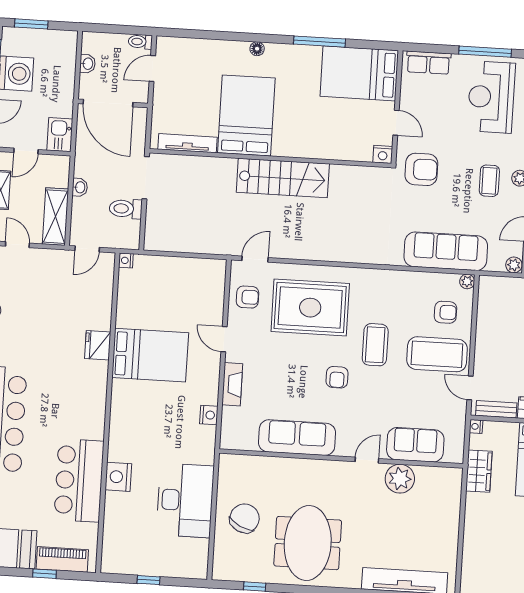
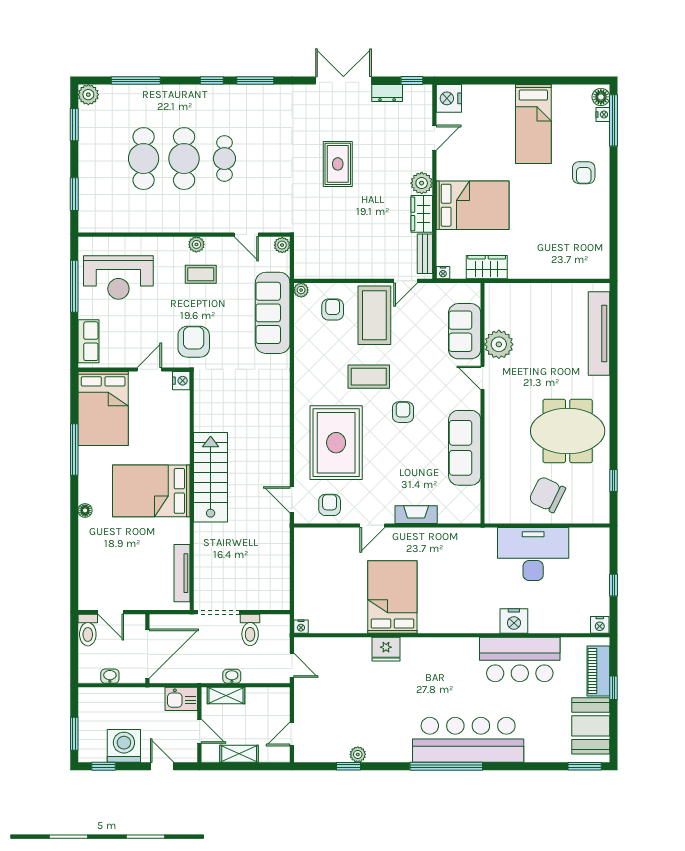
toilet: (140, 42) -> (88, 630), width x1.37, depth x1.39
bed: (246, 115) -> (151, 491), moved
shelving: (55, 217) -> (226, 696), moved, width x0.67, depth x0.75
armchair: (337, 377) -> (403, 412), turned -90
nightstand: (209, 415) -> (600, 625), moved, turned 180

